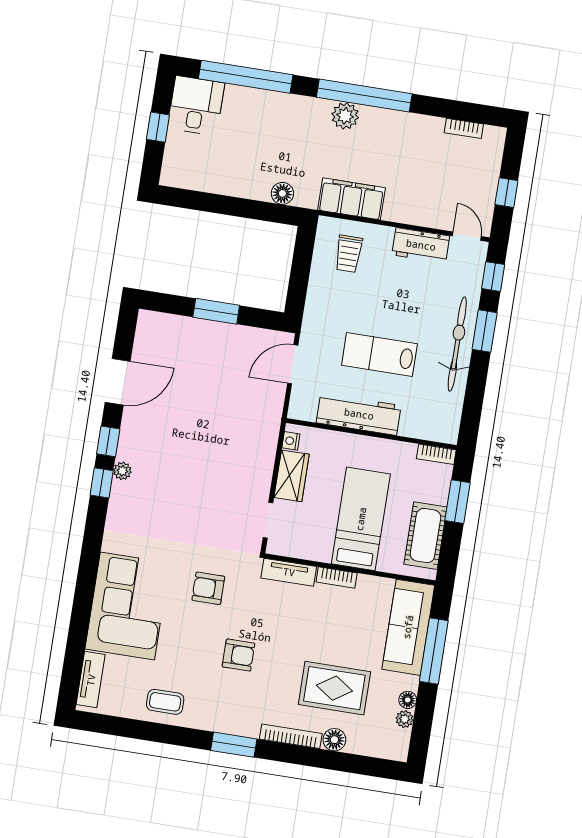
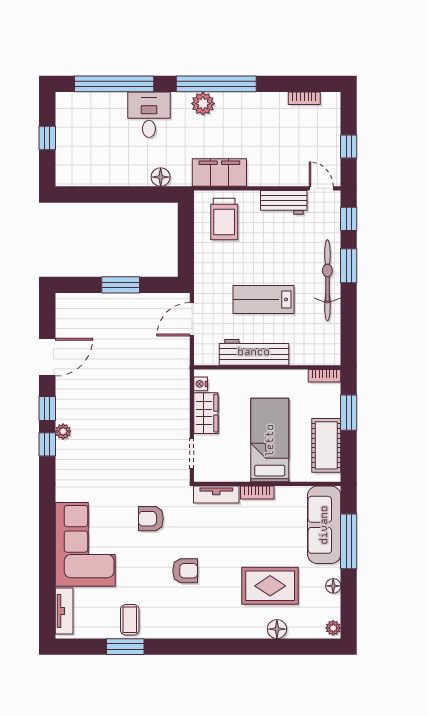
desk: (196, 106) -> (149, 115), moved
trolley: (349, 254) -> (224, 219), width x1.36, depth x1.39
coffee table: (165, 702) -> (130, 620), turned 90
plant: (405, 719) -> (333, 628), moved
bookcase: (291, 736) -> (240, 632), removed
window: (234, 745) -> (125, 647), moved

